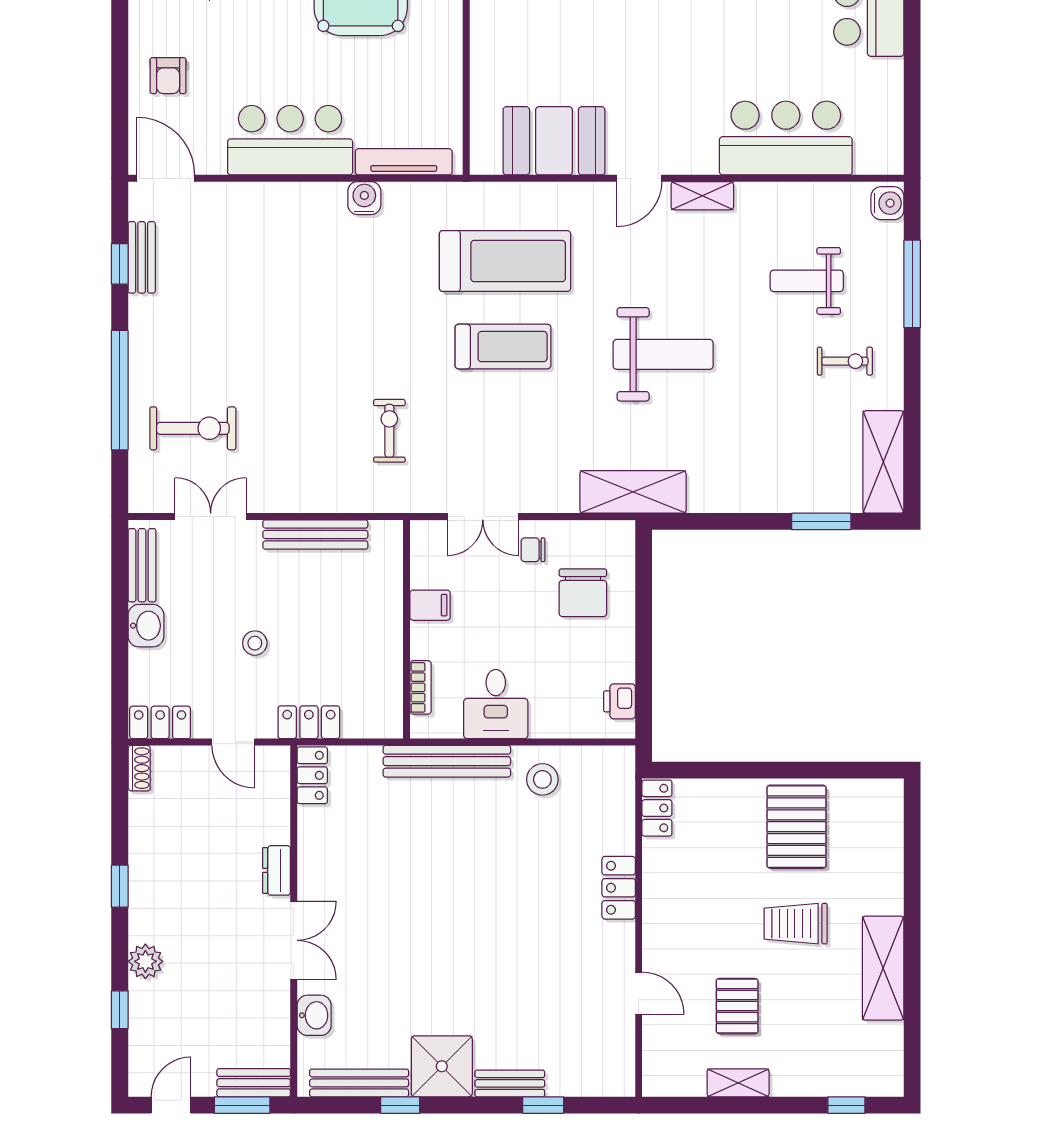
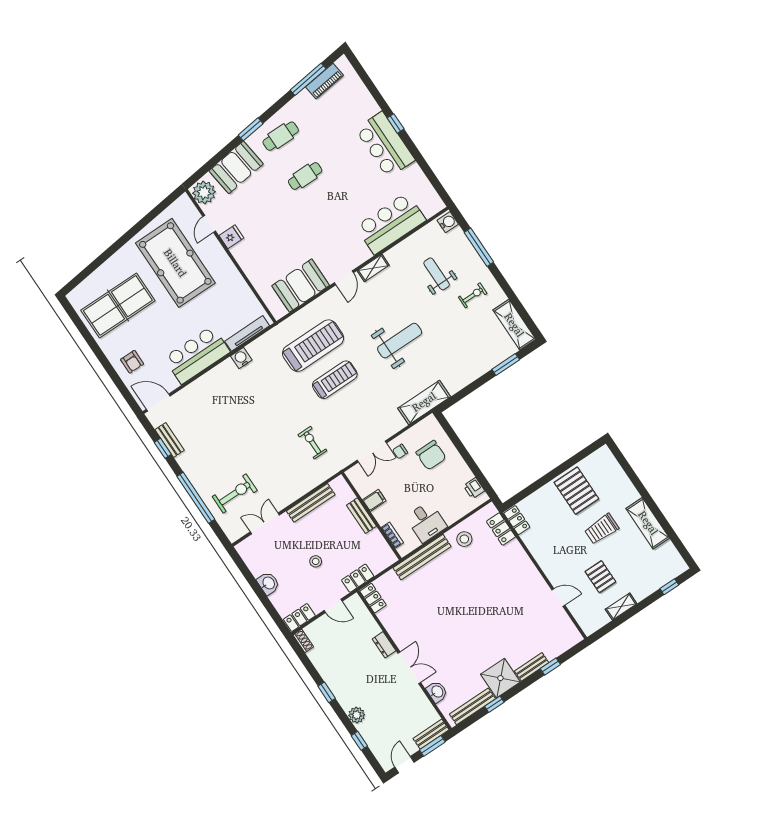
weight bench: (807, 281) -> (437, 274), turned 90
bench: (142, 565) -> (361, 516), moved
locker: (619, 888) -> (501, 529), moved

